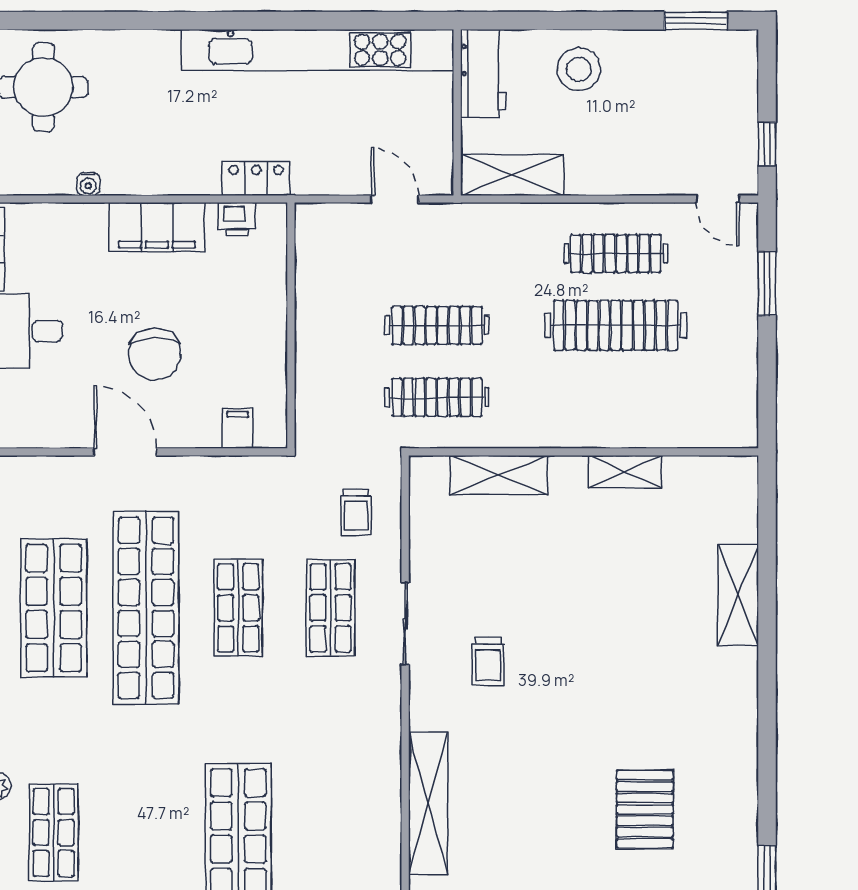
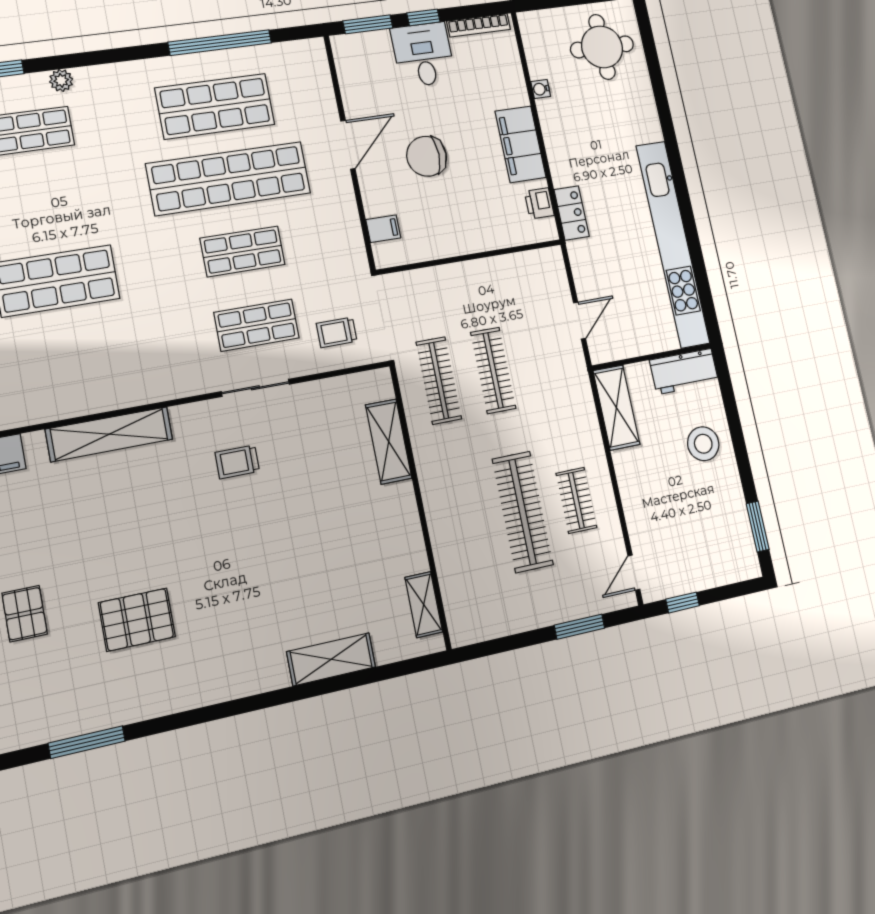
clothes rail: (616, 254) -> (576, 500), width x0.73
shelving: (625, 472) -> (424, 605), moved

